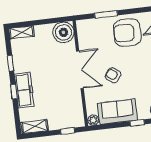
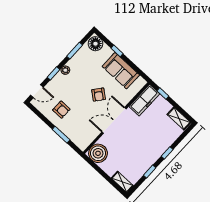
armchair: (127, 33) -> (61, 110), width x0.53, depth x0.53
freezer: (24, 90) -> (144, 100), moved, turned 180
plant: (93, 120) -> (141, 82), removed

